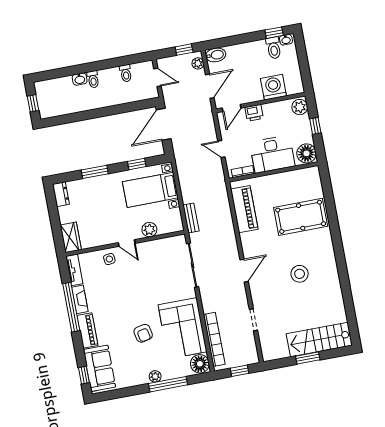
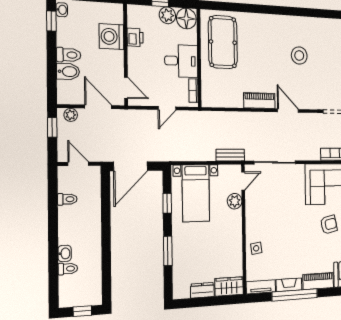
toilet: (274, 48) -> (69, 55), moved
bidet: (216, 55) -> (68, 72), moved, turned 90
door: (157, 77) -> (78, 164), hinge flipped
toilet: (93, 79) -> (68, 269), moved
plant: (300, 107) -> (167, 15), moved
printer: (254, 113) -> (135, 37), moved
door: (164, 124) -> (131, 166), hinge flipped
desk: (272, 154) -> (181, 61), width x0.73
dresser: (61, 194) -> (202, 290), moved
piano: (244, 209) -> (259, 101), moved, width x0.73, depth x0.75
pool table: (301, 217) -> (223, 42), moved
door: (127, 243) -> (243, 181), moved

